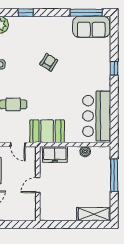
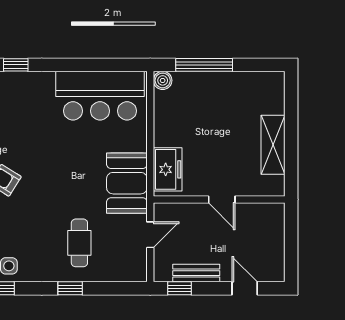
boiler: (85, 152) -> (163, 80), moved
shelving: (94, 214) -> (273, 145), moved

